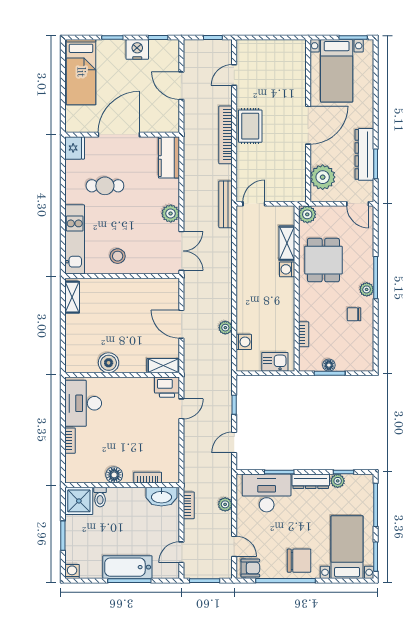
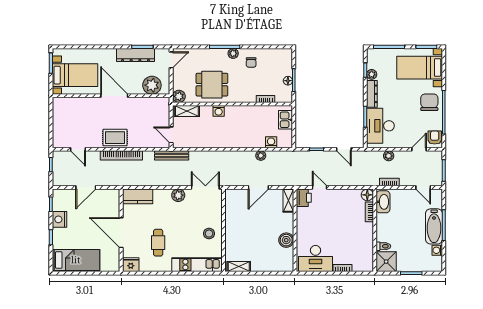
shelving: (287, 243) -> (187, 111), moved
floor lamp: (114, 475) -> (367, 195), moved
washing machine: (72, 571) -> (437, 250), moved

